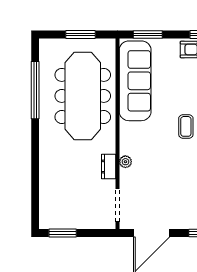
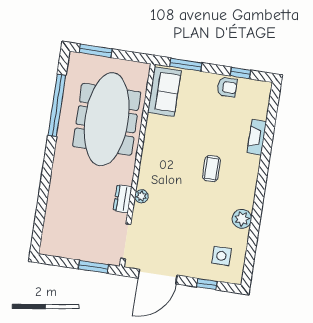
window: (81, 35) -> (96, 51), moved
sofa: (135, 81) -> (164, 92), width x0.54, depth x0.79
window: (63, 233) -> (93, 267), moved

